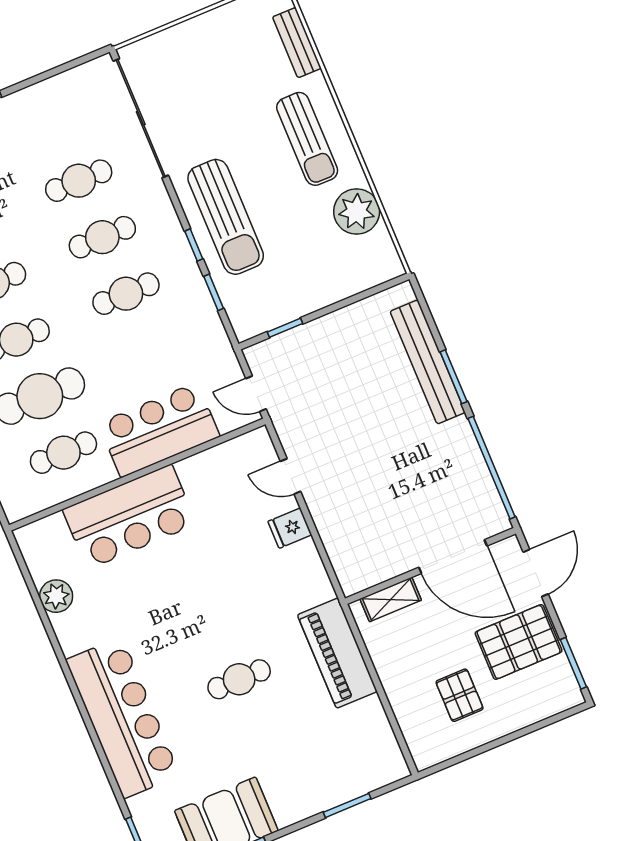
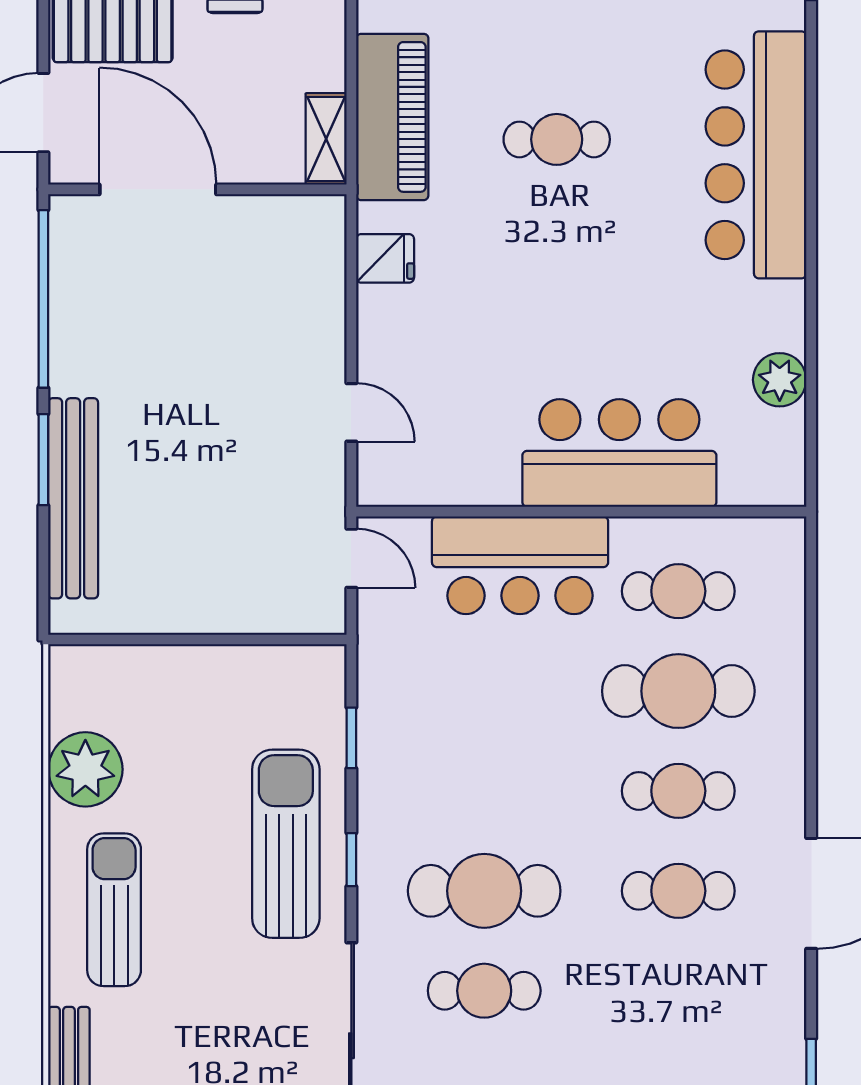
cafe table: (102, 237) -> (484, 891), width x1.37, depth x1.35
window: (194, 245) -> (351, 860), moved
cafe table: (126, 294) -> (484, 791), removed
window: (285, 328) -> (266, 640), removed
fridge: (290, 528) -> (385, 258), moved
shelving: (391, 599) -> (326, 139), moved, turned 90

